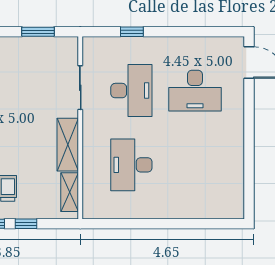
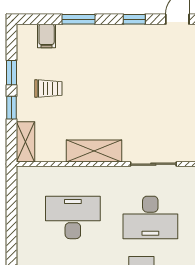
shelving: (70, 192) -> (25, 142), moved, turned 90

